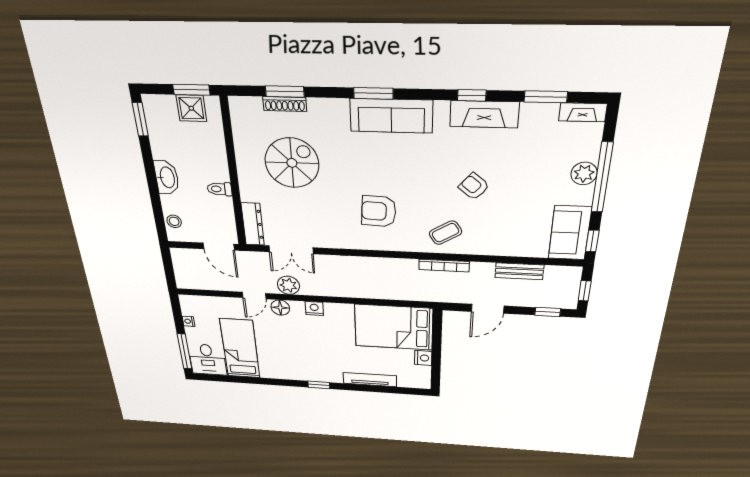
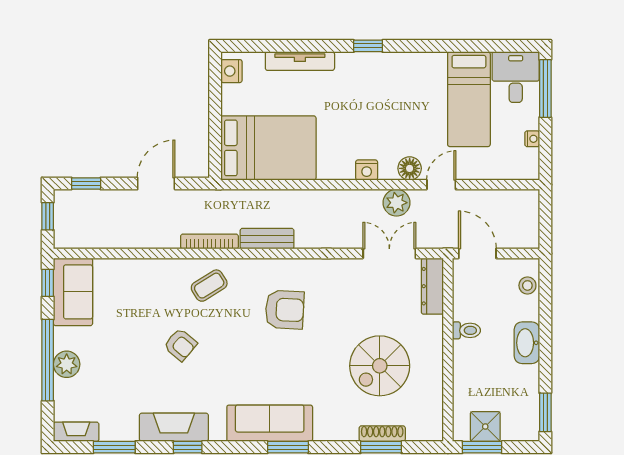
bench: (519, 271) -> (267, 239), moved
nightstand: (423, 358) -> (231, 71), moved

